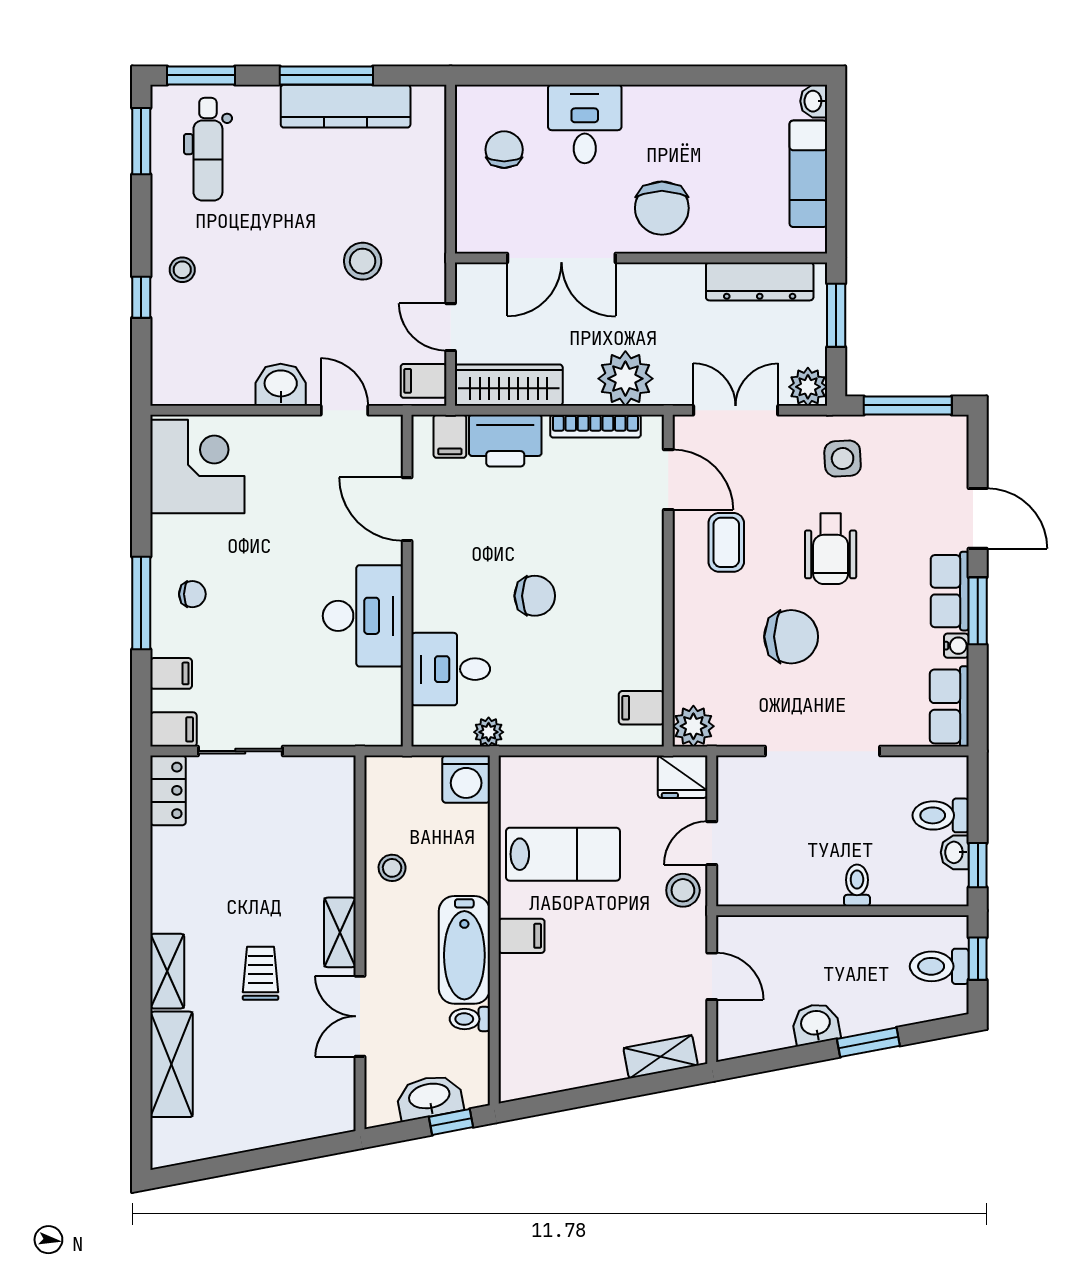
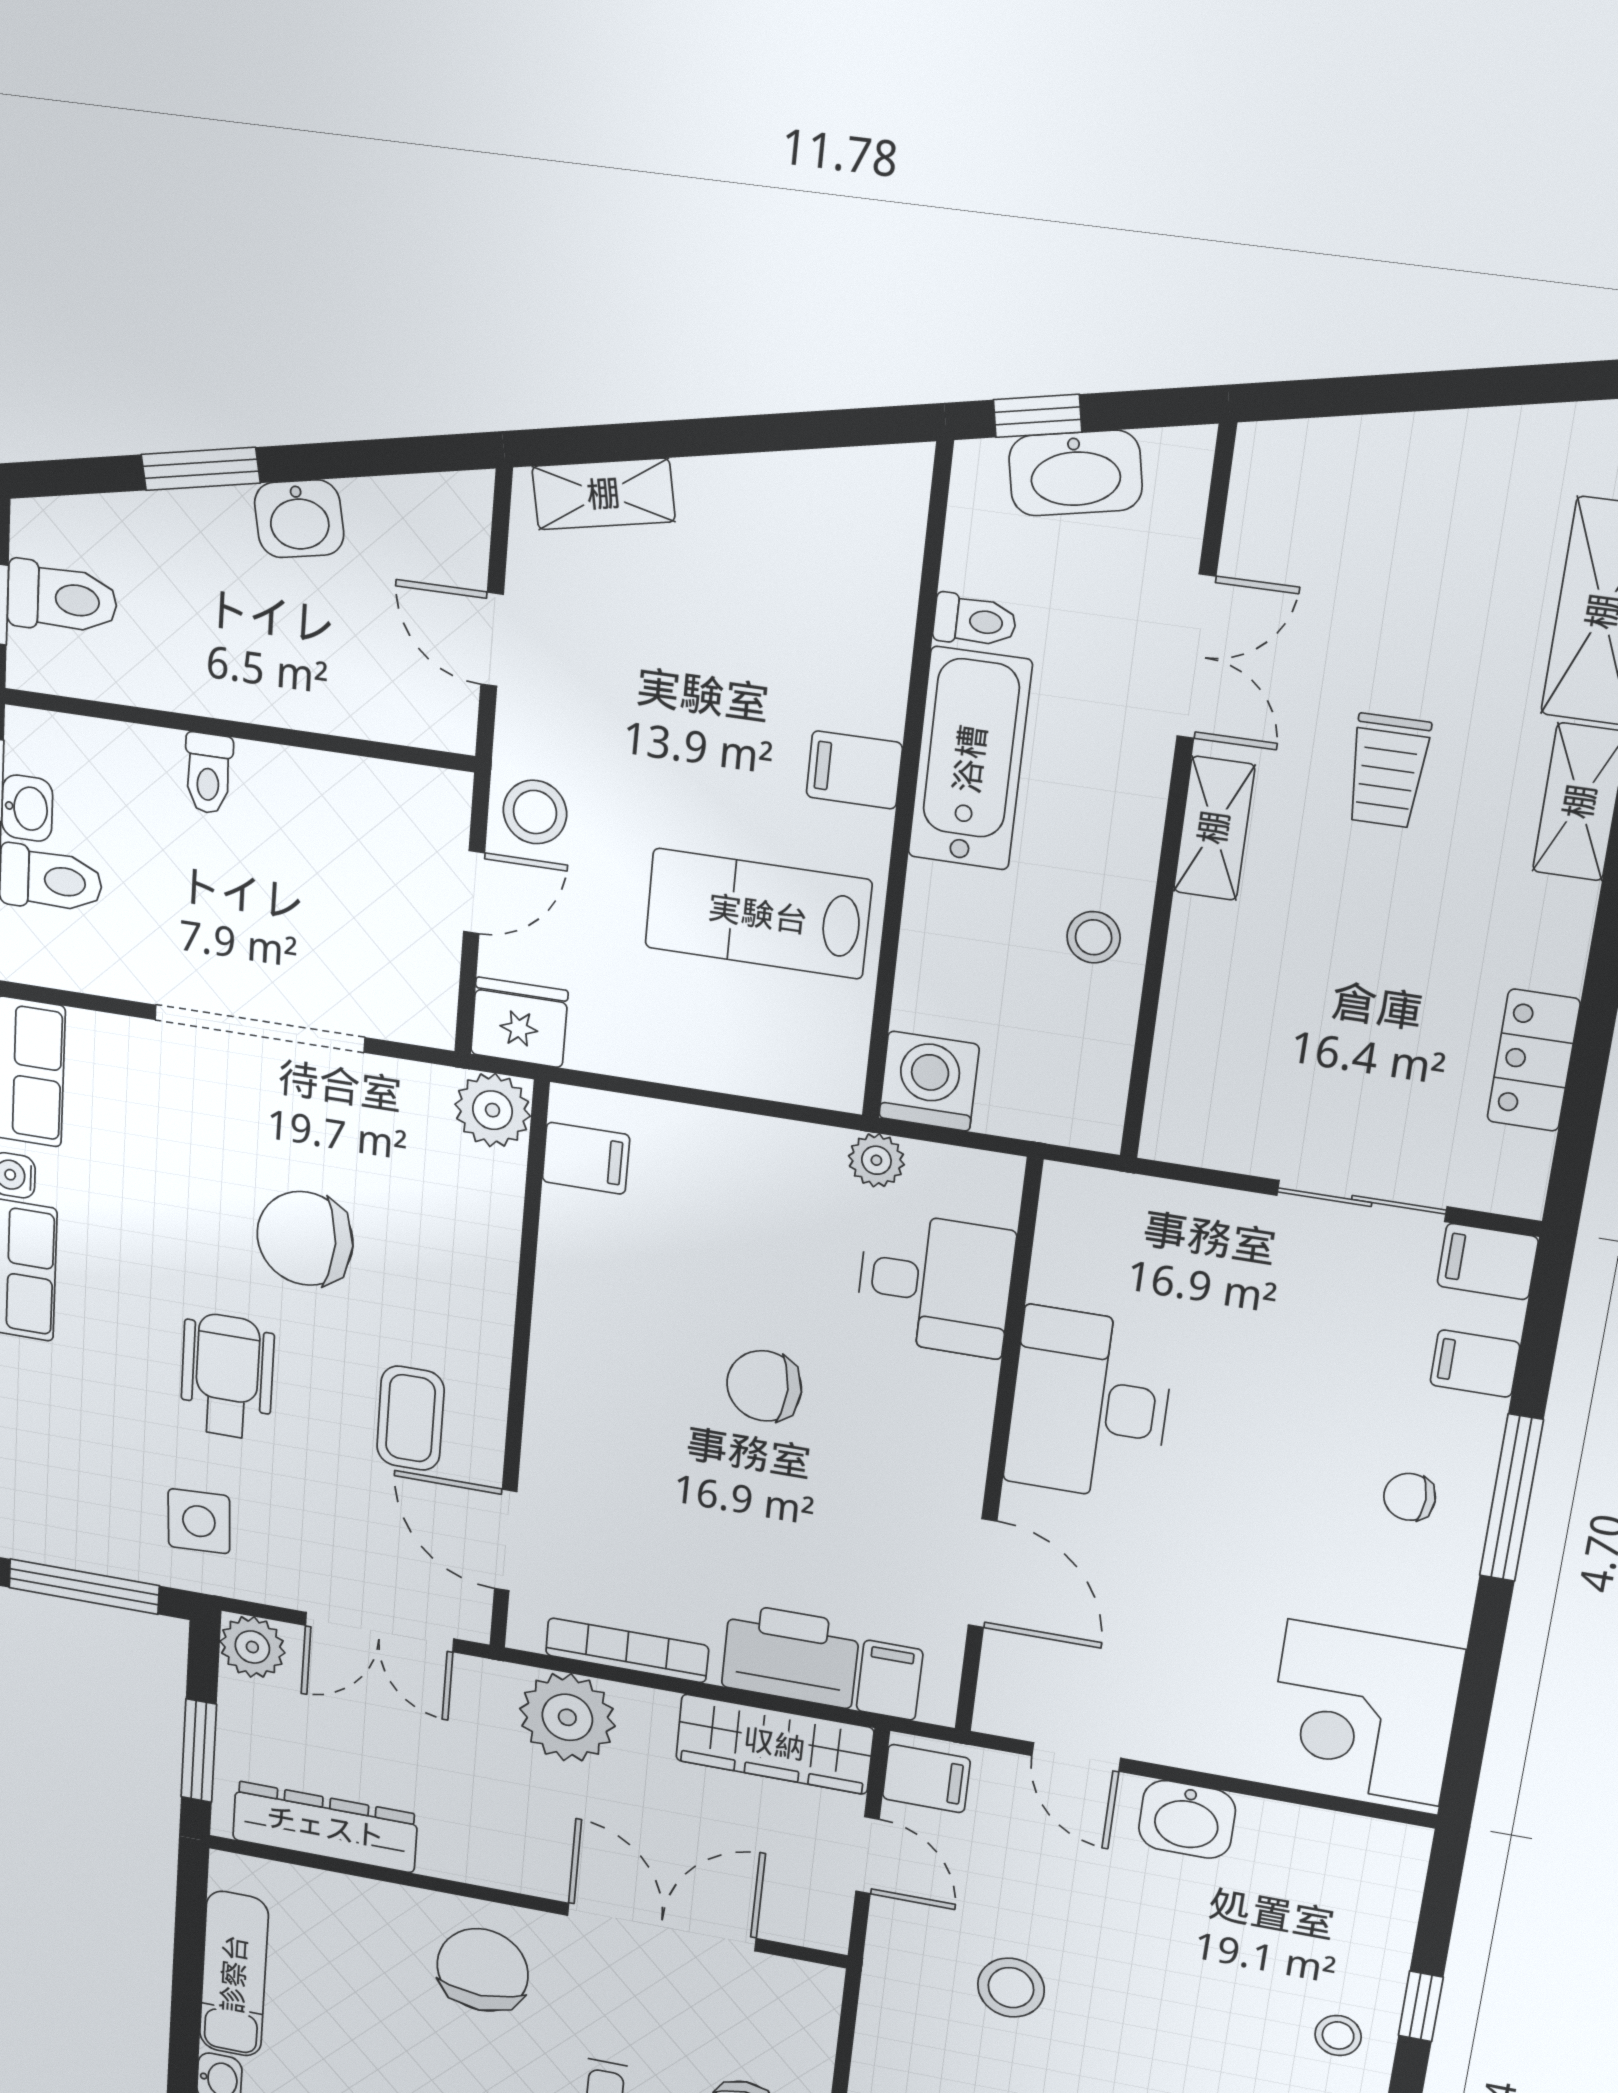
locker: (168, 790) -> (1534, 1060), moved

